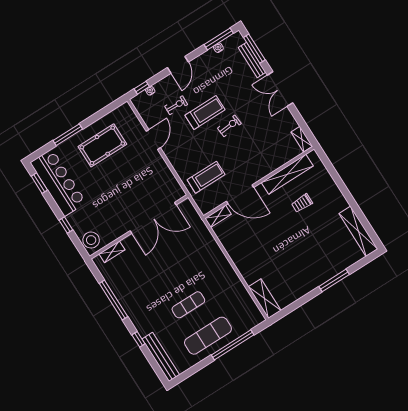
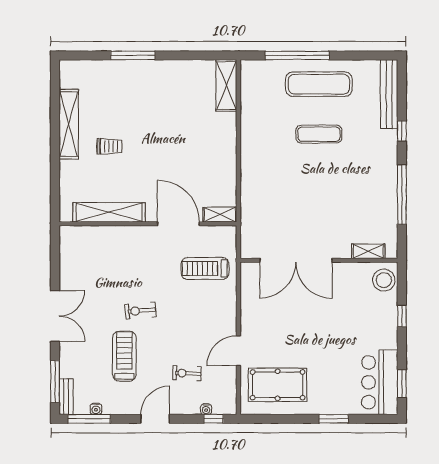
bench: (252, 60) -> (66, 397), moved, width x0.73
treadmill: (205, 113) -> (124, 356), moved, turned 90
window: (68, 135) -> (334, 419), width x0.69
shelving: (302, 139) -> (67, 242), removed
pool table: (102, 145) -> (278, 385), moved
bar counter: (58, 183) -> (380, 382), width x0.73
trolley: (302, 203) -> (109, 146), moved
double door: (153, 218) -> (296, 260), swing flipped
shelving: (358, 231) -> (69, 124), moved

